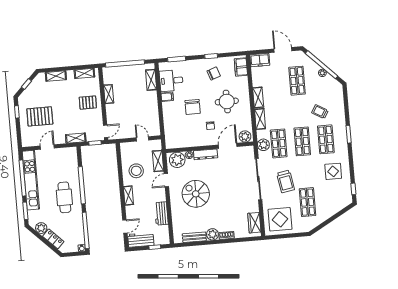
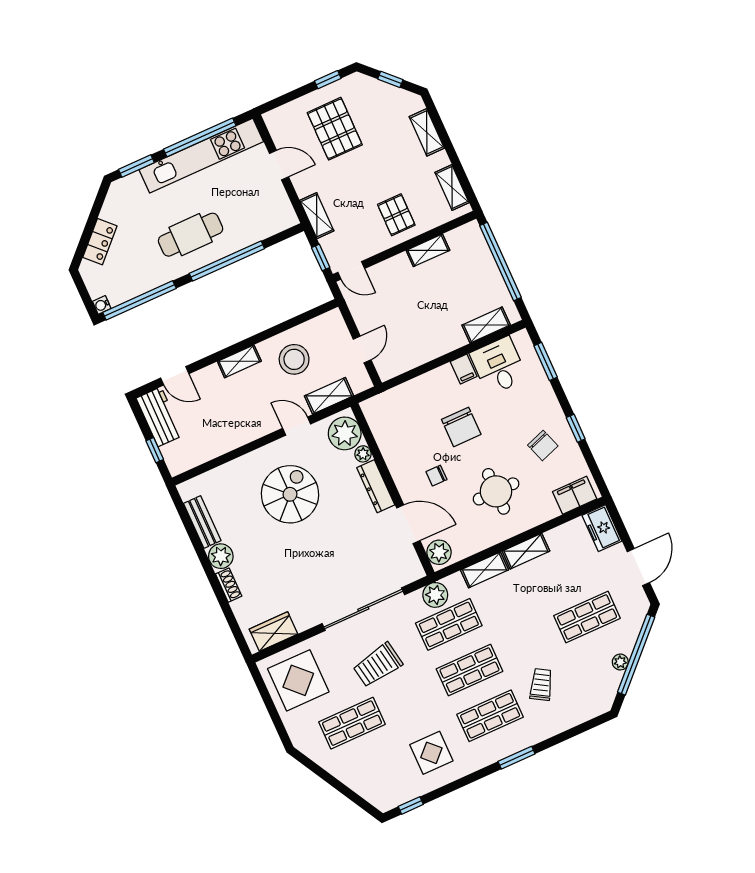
chair: (193, 107) -> (461, 427), turned -90
workbench: (161, 213) -> (227, 439), removed
plant: (41, 228) -> (113, 210), removed

